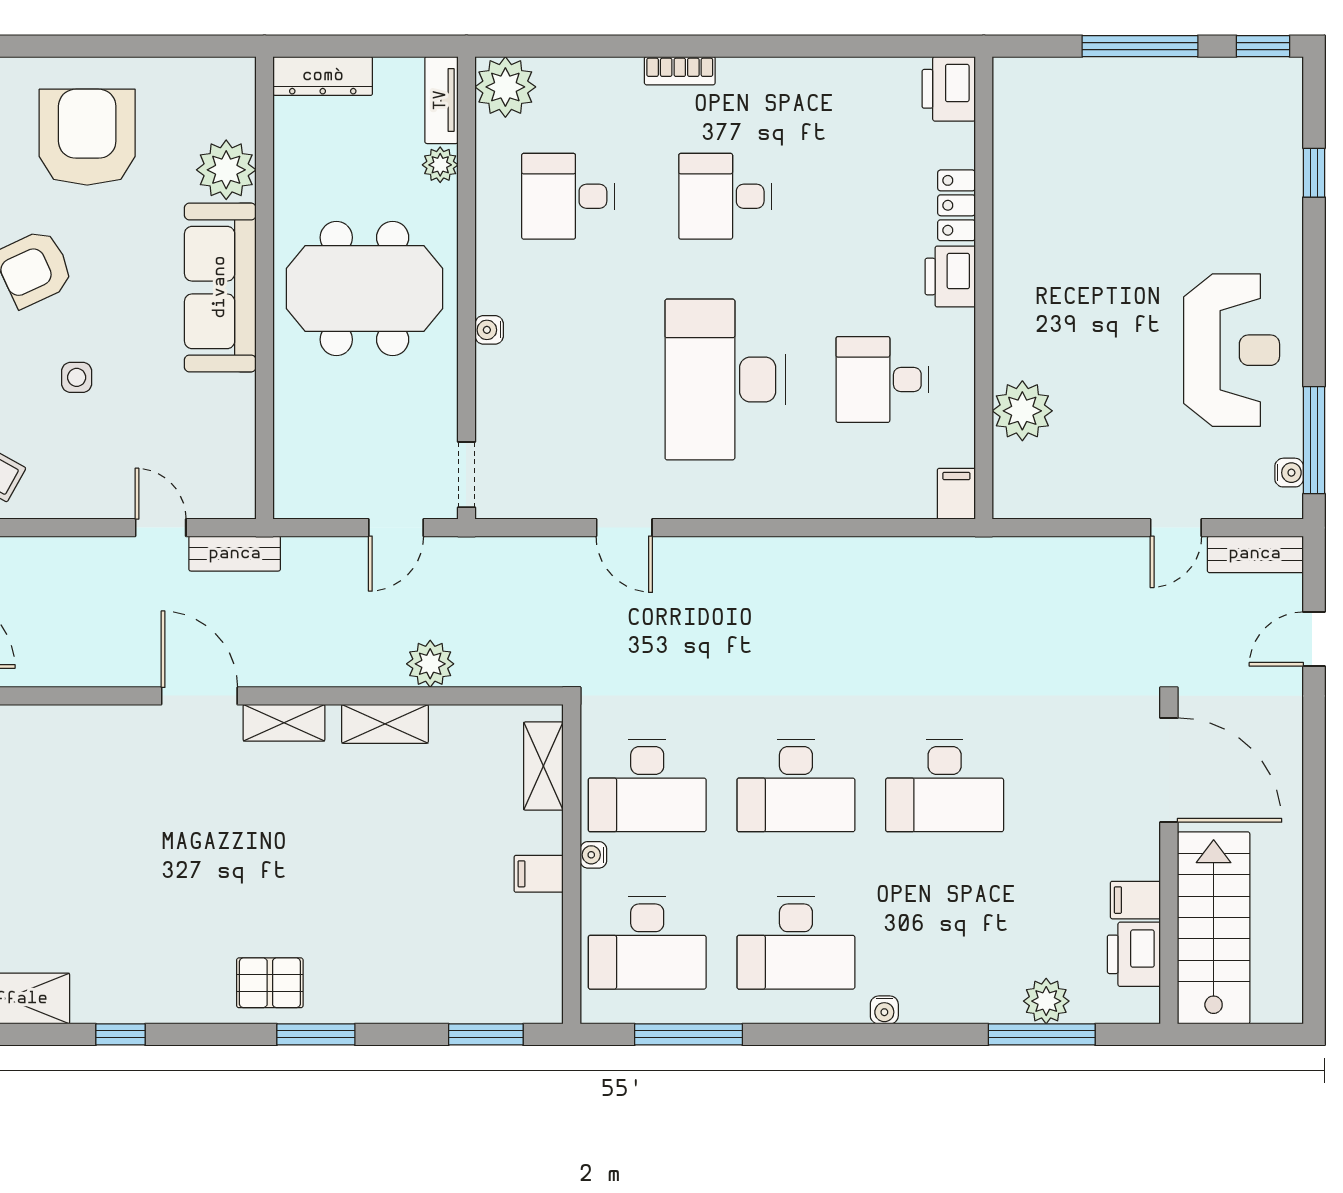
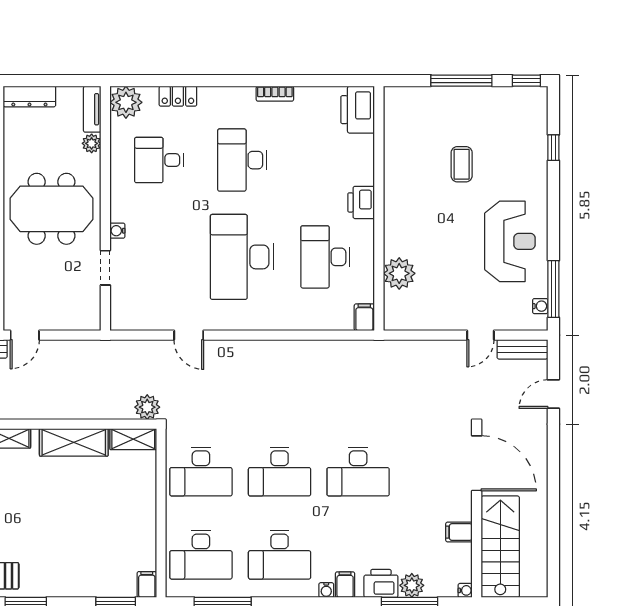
bookcase: (680, 71) -> (275, 94), moved
printer: (949, 89) -> (358, 110), width x1.37, depth x1.19
desk: (725, 196) -> (242, 160), width x1.37
coffee table: (1140, 204) -> (462, 164), added
locker: (957, 205) -> (178, 96), moved, turned -90
desk: (882, 380) -> (325, 257), width x1.37
doorway: (466, 475) -> (105, 268), moved
door: (396, 528) -> (25, 335), moved
plant: (430, 664) -> (147, 407), moved
shelving: (385, 724) -> (74, 442), width x1.50, depth x1.33
shelving: (543, 766) -> (133, 439), moved, turned 90
water cooler: (593, 855) -> (465, 590), moved, turned 180
filing cabinet: (539, 874) -> (147, 585), moved, turned 90
printer: (1134, 954) -> (381, 583), moved, turned 90
filing cabinet: (920, 1000) -> (345, 585), added

